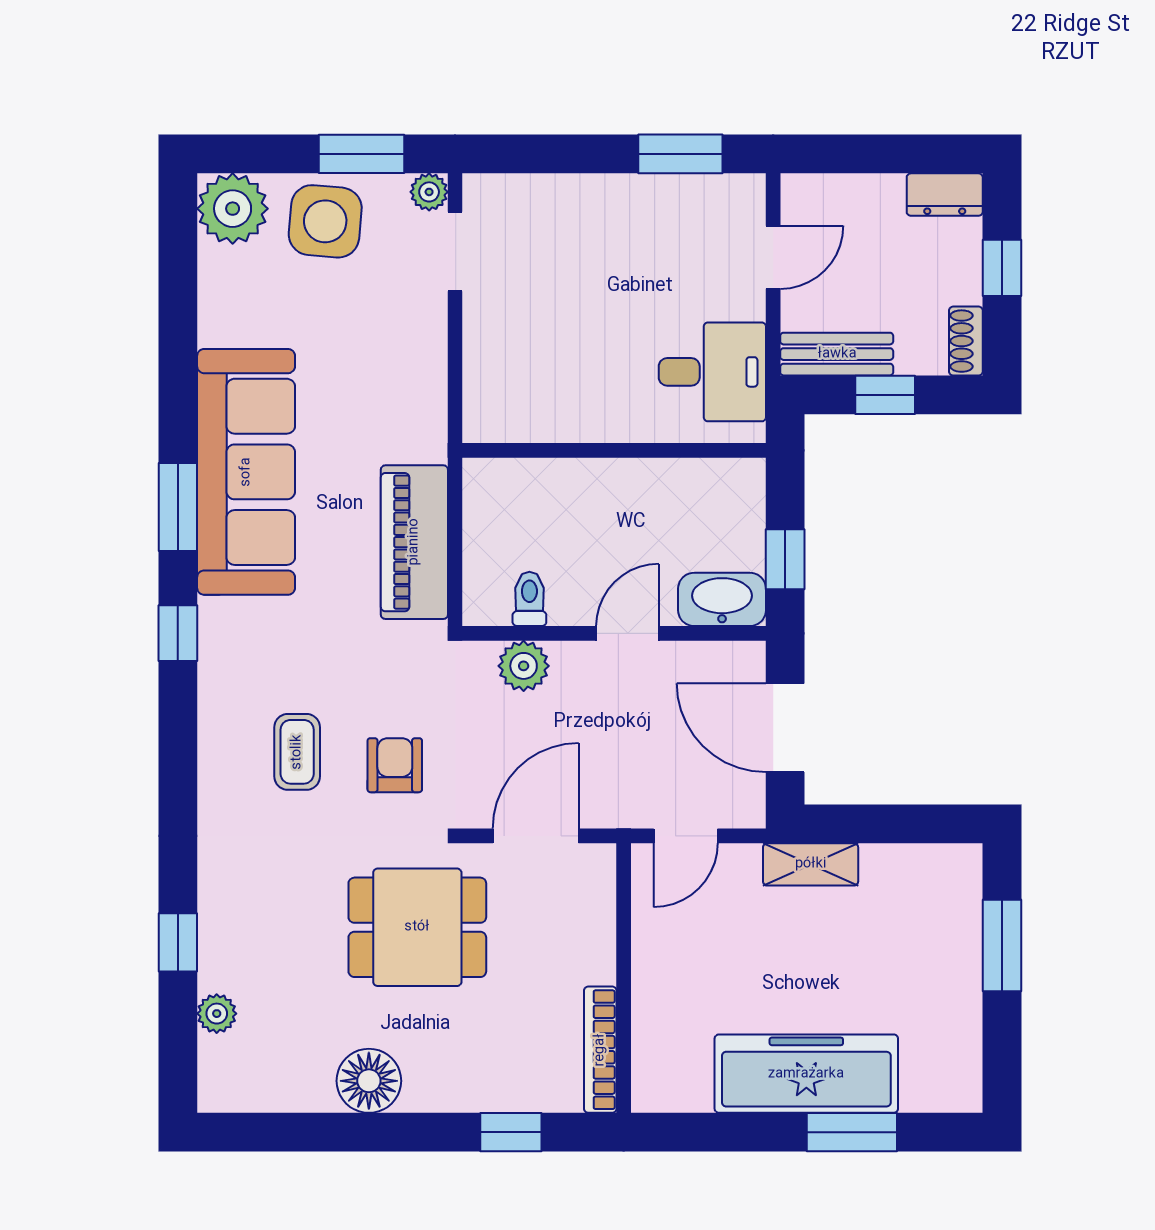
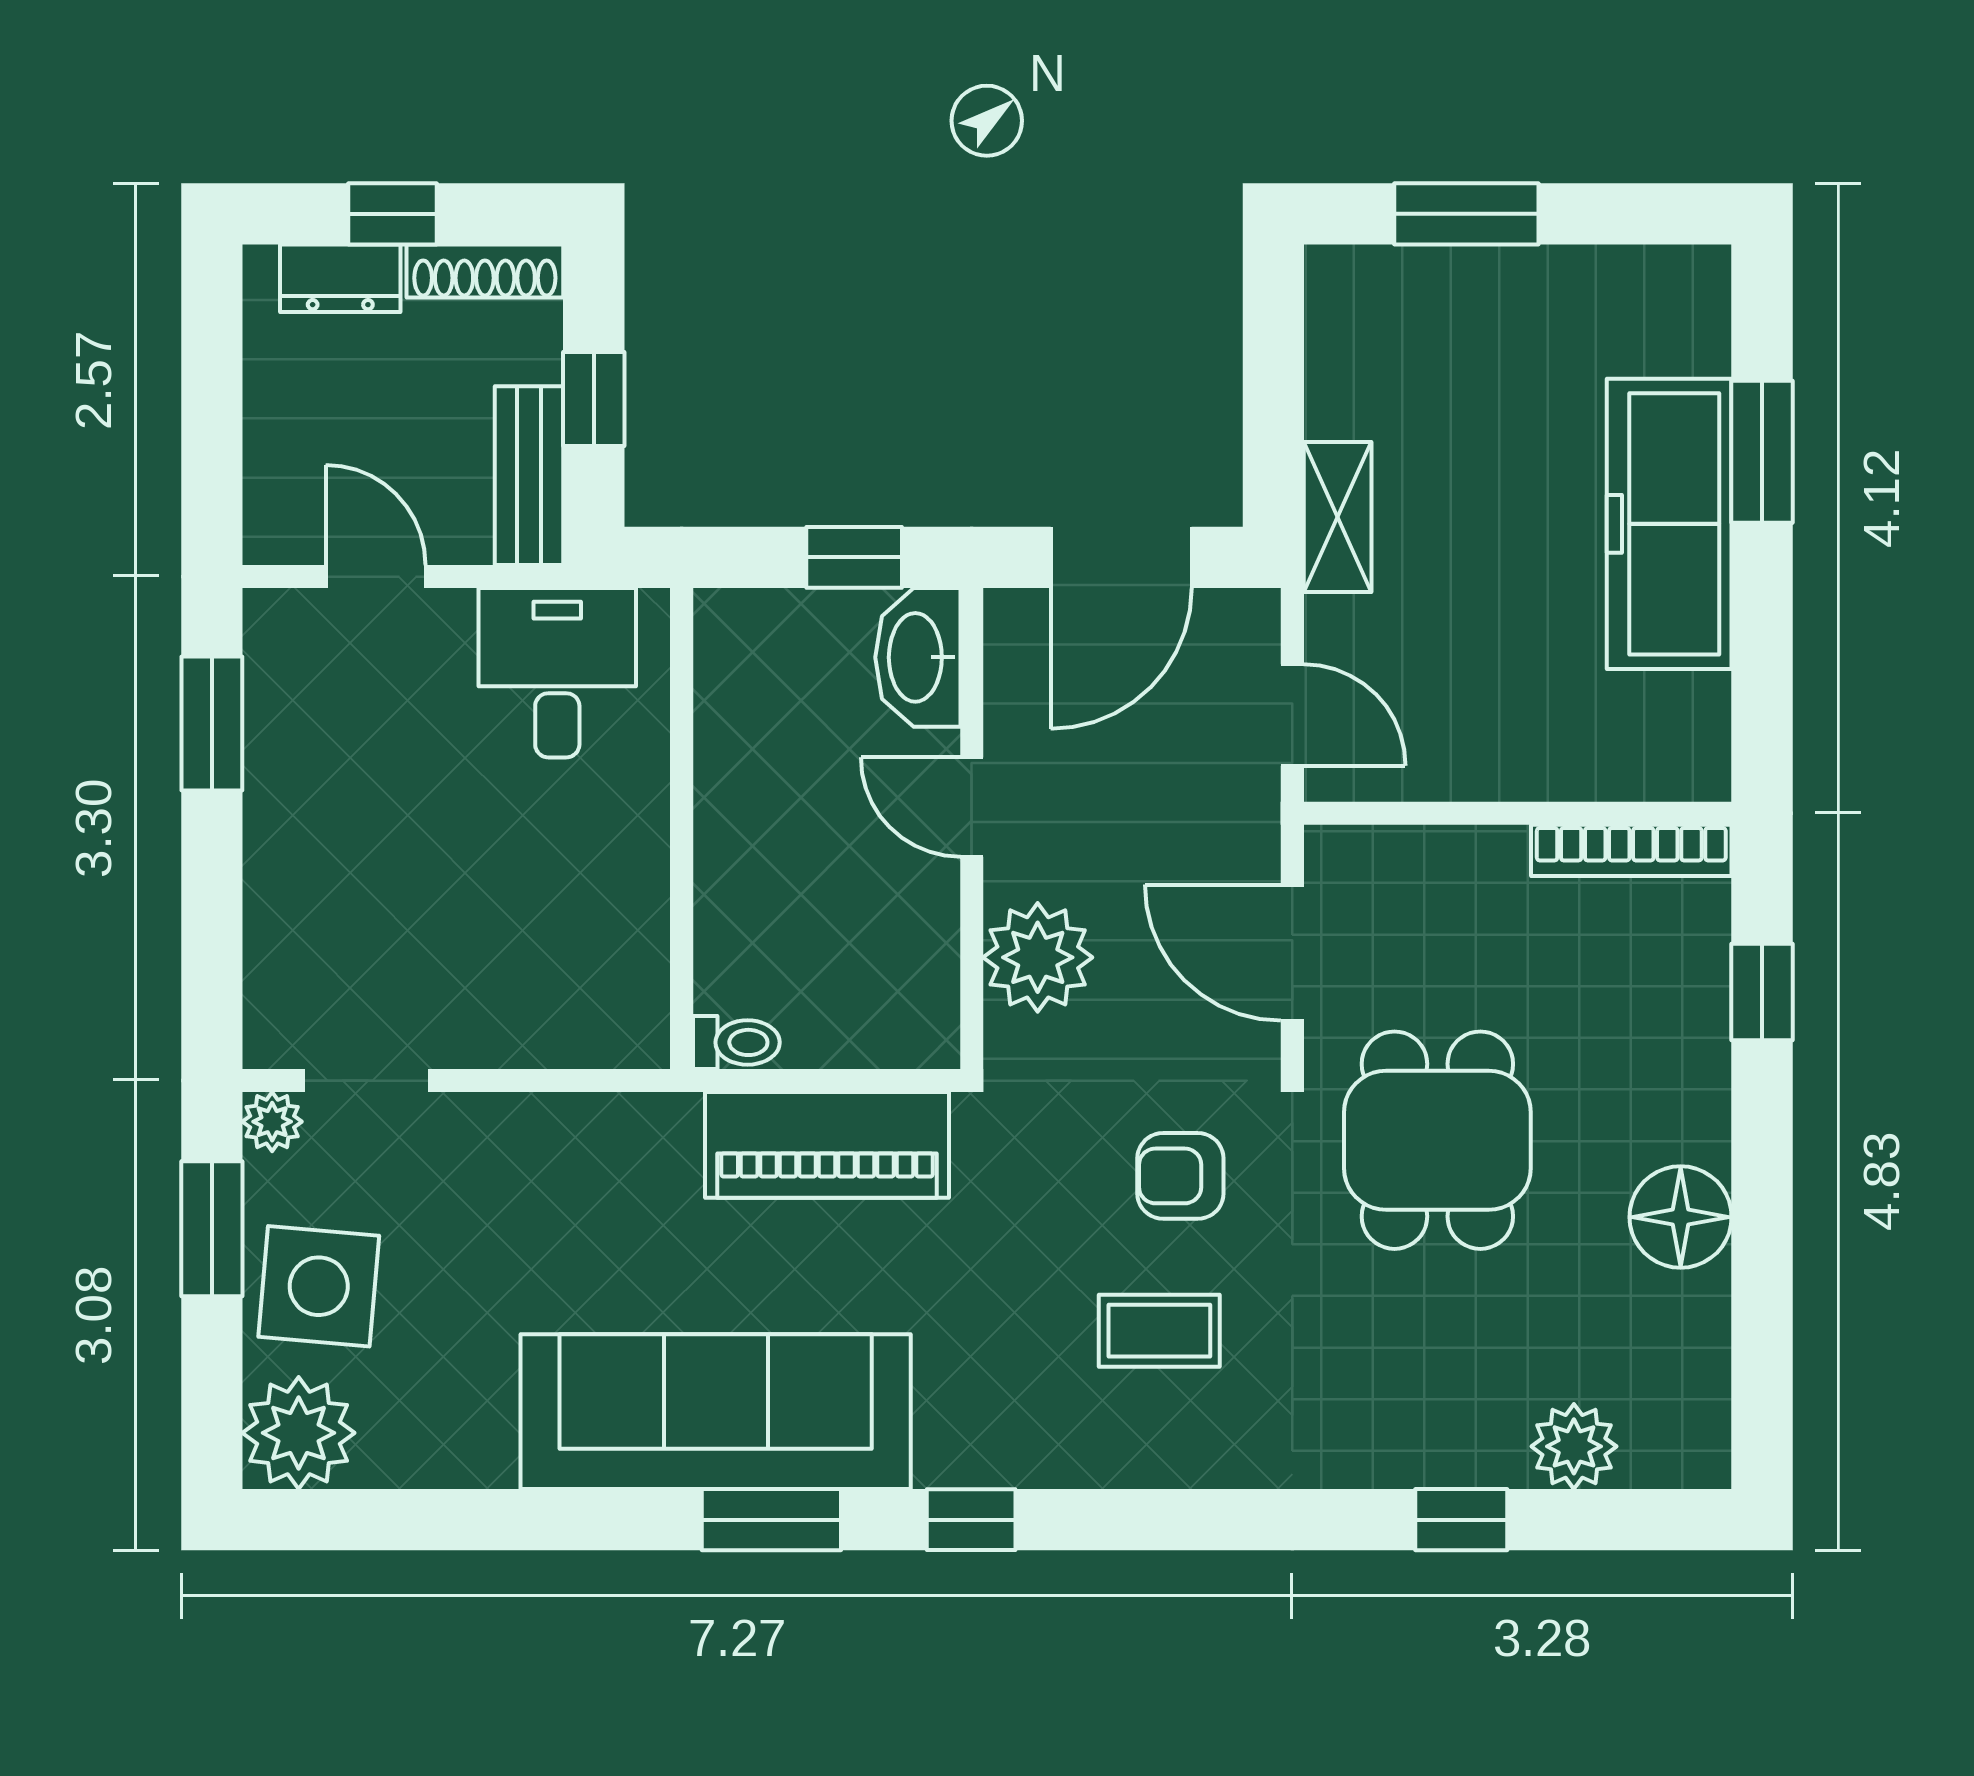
dresser: (945, 195) -> (340, 278), moved, turned 90
shoe rack: (966, 341) -> (485, 271), width x1.43
toilet: (529, 599) -> (736, 1042), moved, turned 180
plant: (524, 666) -> (1038, 957), width x1.36, depth x1.36
plant: (217, 1014) -> (1574, 1446), width x1.38, depth x1.38

